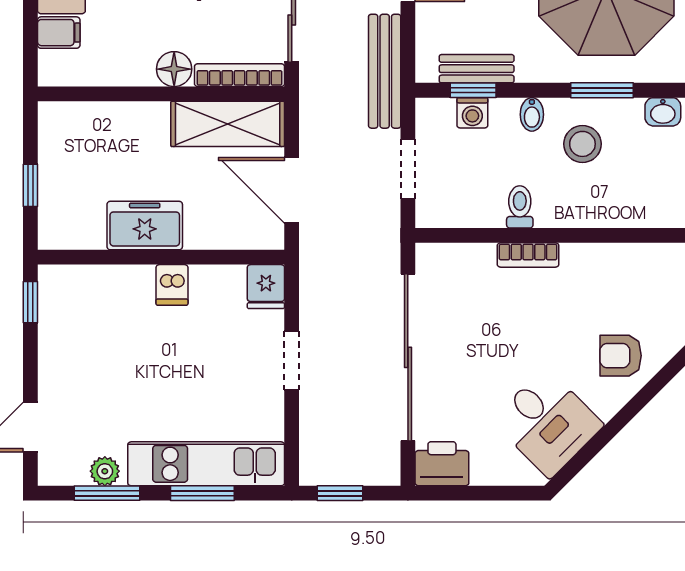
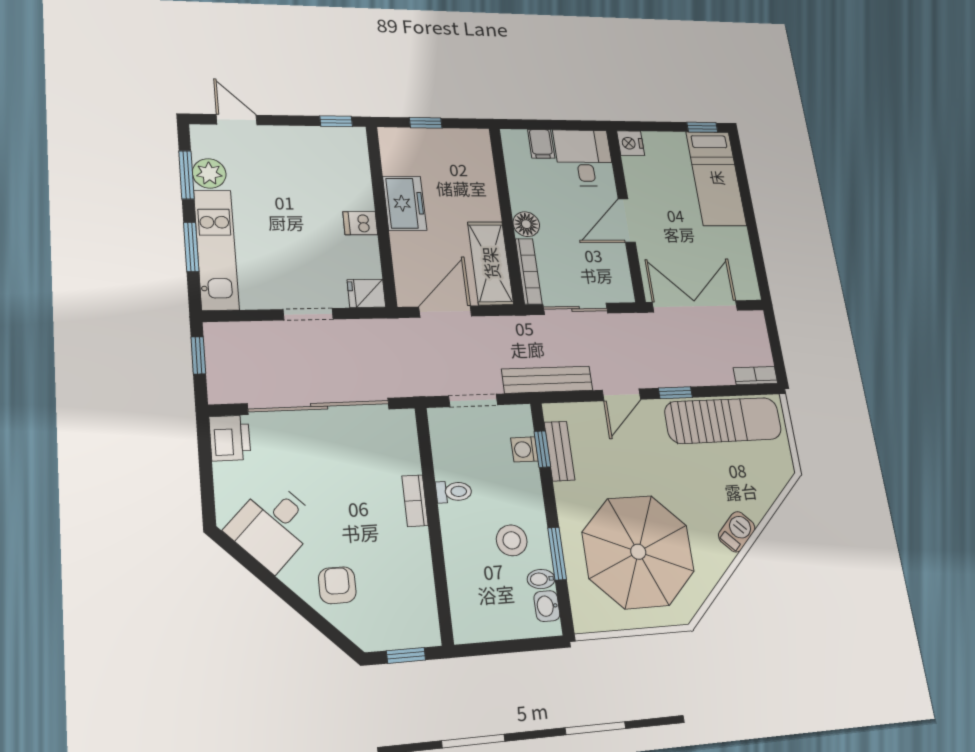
bidet: (532, 114) -> (541, 579), moved
plant: (105, 471) -> (209, 173), width x1.38, depth x1.38

